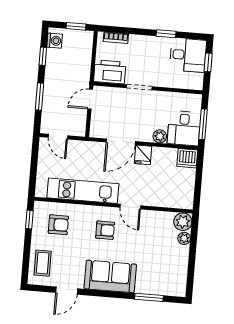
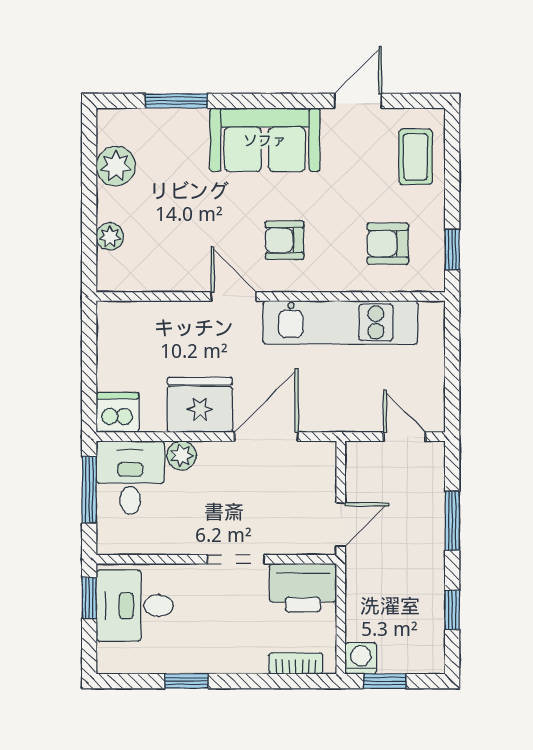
washing machine: (55, 41) -> (361, 658), moved, turned 90
desk: (188, 55) -> (135, 606), moved
window: (208, 62) -> (89, 598), moved
fridge: (143, 155) -> (200, 405), width x1.88, depth x1.34
plant: (183, 222) -> (116, 166), moved

